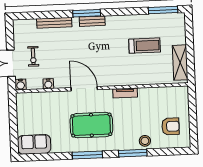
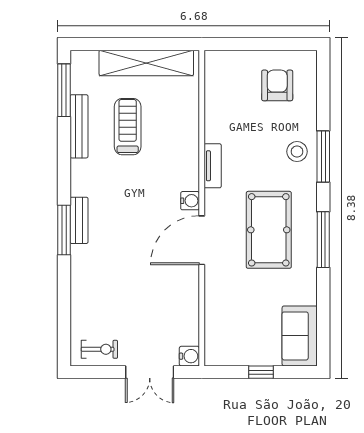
bench: (54, 23) -> (79, 126), moved
exercise bike: (33, 56) -> (99, 349), moved
shelving: (180, 63) -> (146, 63), width x1.47
water cooler: (48, 84) -> (190, 201), moved
window: (13, 124) -> (261, 372), added
stool: (145, 141) -> (297, 152), moved

